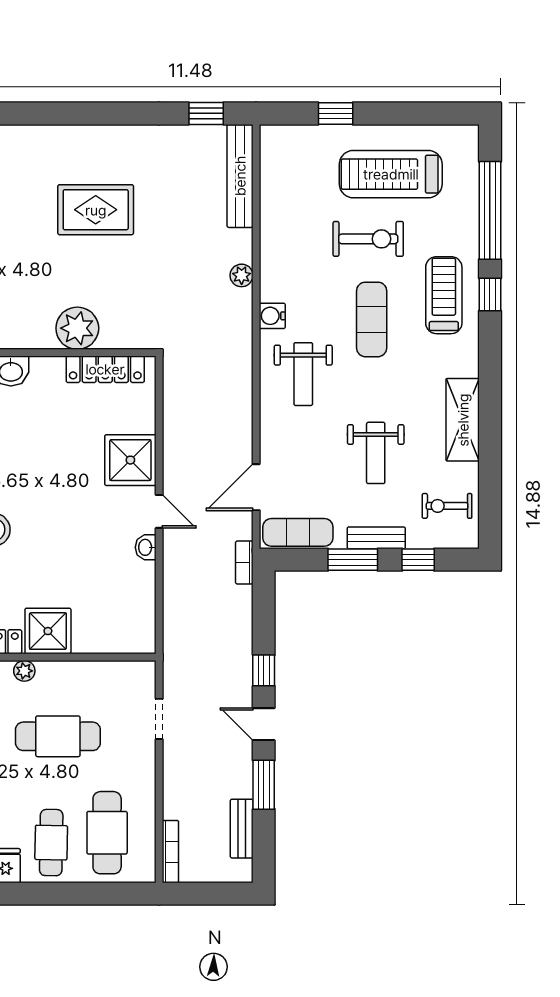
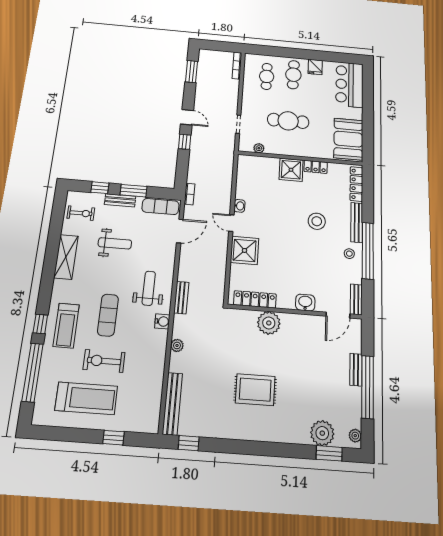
weight bench: (376, 453) -> (115, 243), turned 90
plant: (24, 671) -> (259, 148), moved
window: (264, 785) -> (192, 72), moved
bench: (242, 829) -> (181, 298), moved
cafe table: (107, 833) -> (267, 76), width x0.73, depth x0.74

